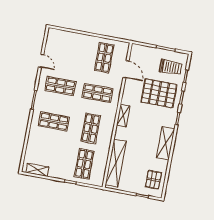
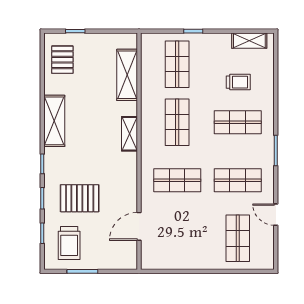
shop shelf: (104, 58) -> (238, 238), moved
trolley: (171, 67) -> (69, 243), turned -90
door: (126, 69) -> (139, 226), hinge flipped
pallet: (159, 93) -> (80, 198), width x0.73, depth x0.71
shelving: (123, 116) -> (129, 134), moved
trolley: (49, 146) -> (238, 82), added
shelving: (116, 163) -> (127, 75), width x0.68

